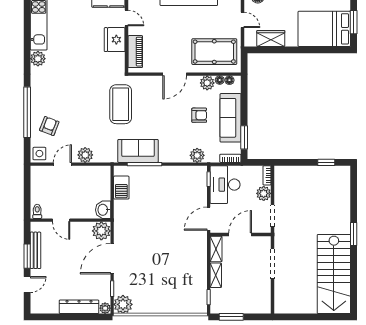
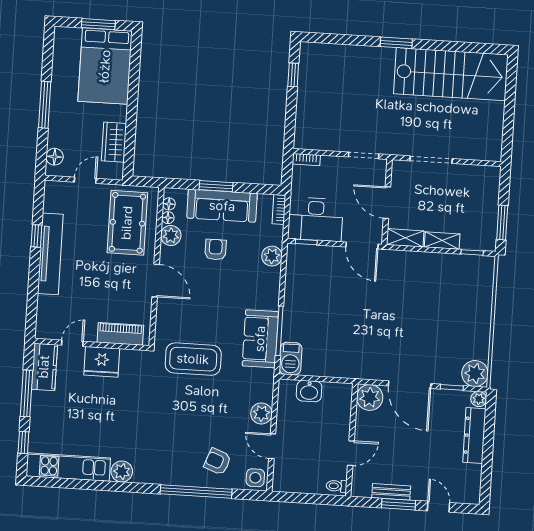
window: (244, 137) -> (216, 186), moved
barbecue: (121, 188) -> (291, 359), moved, turned 90
plant: (264, 193) -> (331, 166), removed
washbasin: (103, 210) -> (309, 391), moved
bench: (35, 250) -> (391, 492), width x0.73

